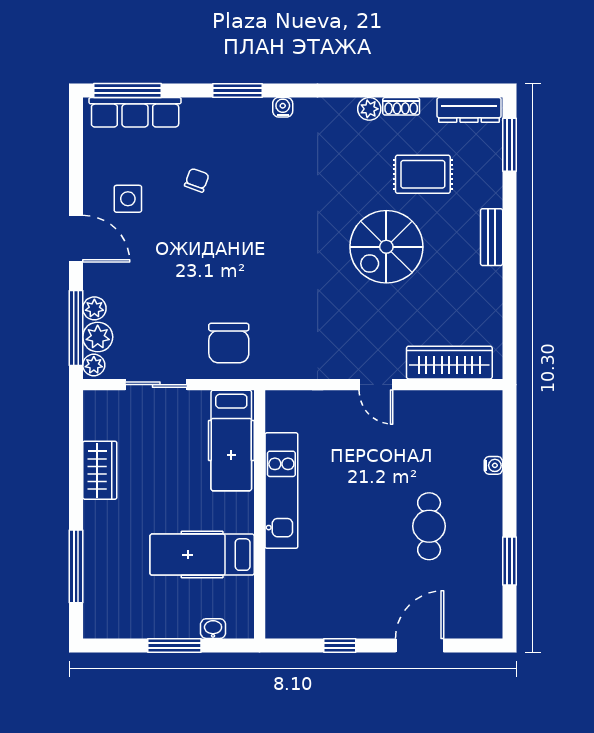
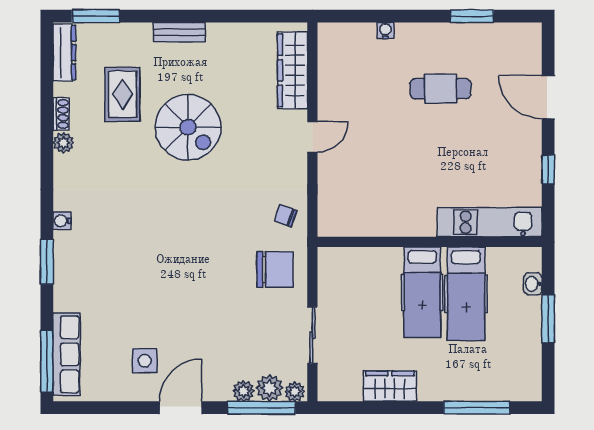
chair: (197, 180) -> (286, 216), moved
hospital bed: (231, 440) -> (422, 292), moved, turned 90
kitchen unit: (281, 491) -> (490, 222), moved

